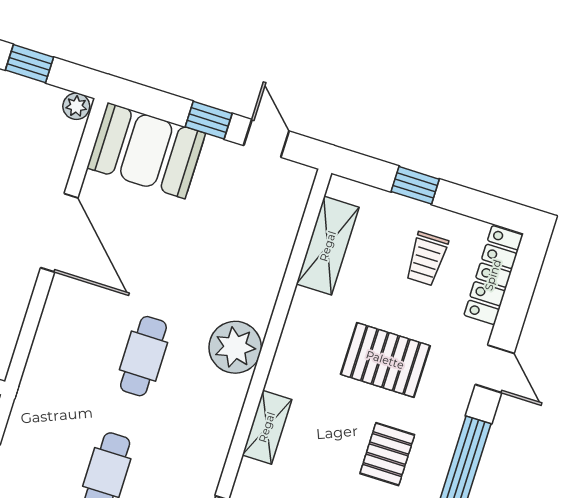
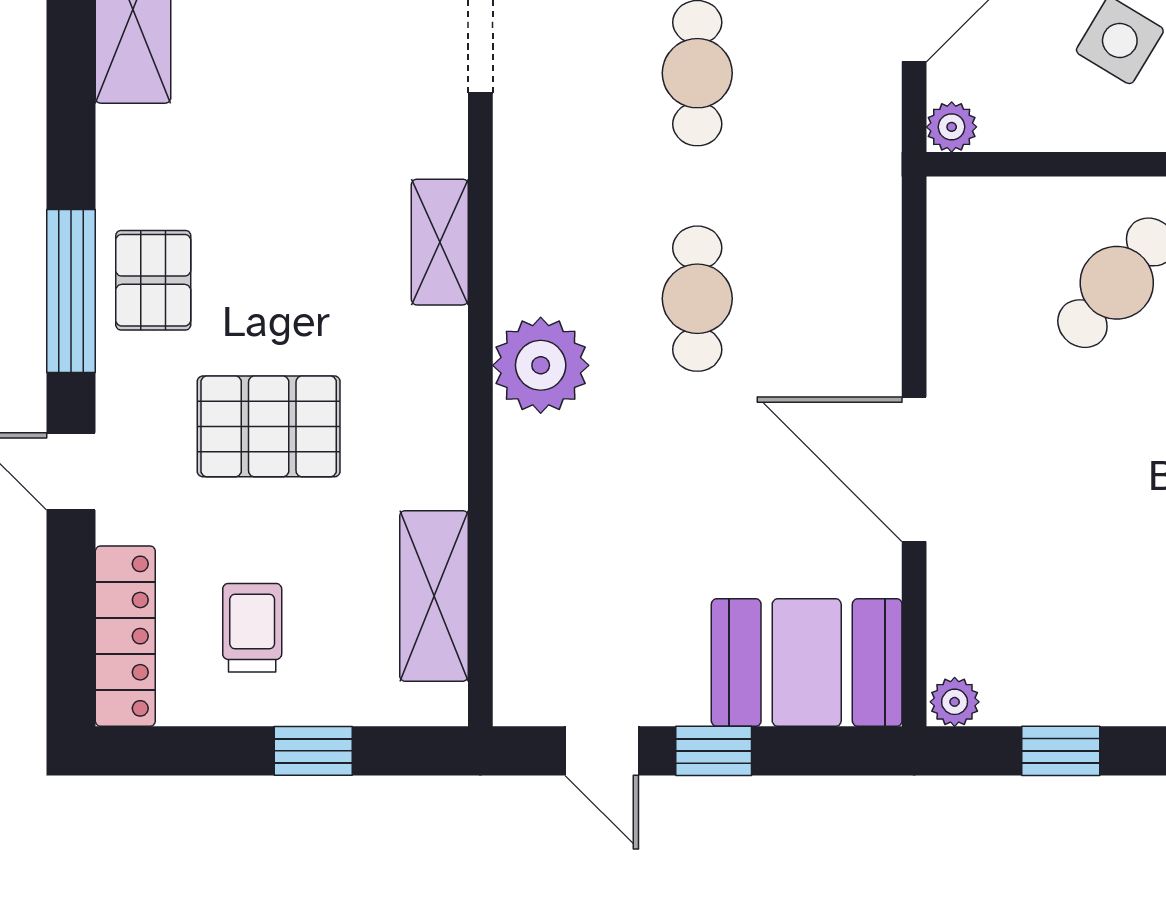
pallet: (387, 454) -> (153, 280), moved

